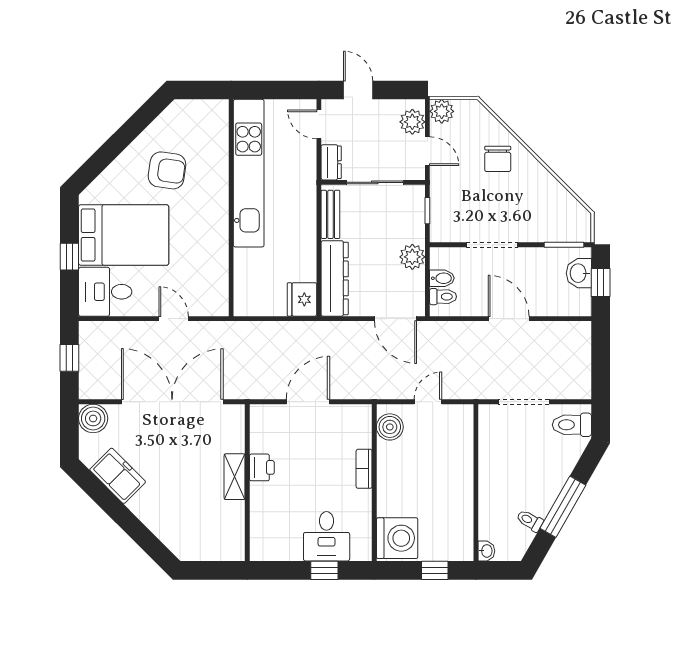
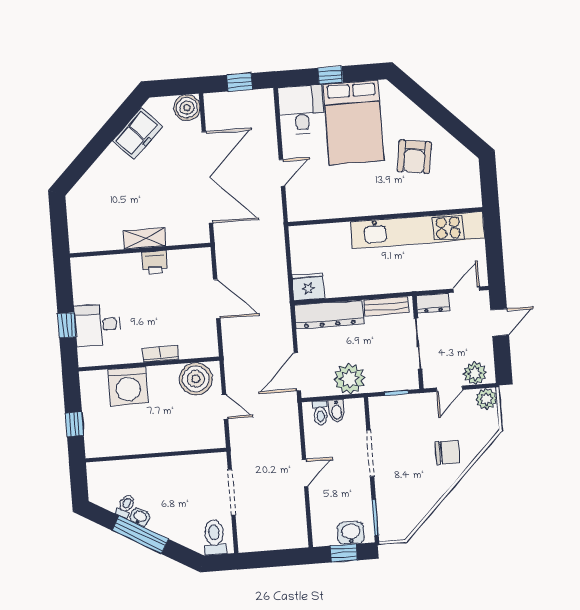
chair: (498, 159) -> (448, 452), turned 180
plant: (412, 257) -> (349, 379), width x1.36, depth x1.36
door: (509, 319) -> (305, 473), width x0.73
boiler: (390, 427) -> (196, 379), width x1.37, depth x1.37
washing machine: (397, 538) -> (128, 386), moved
washbasin: (486, 551) -> (140, 517), moved, turned -150

